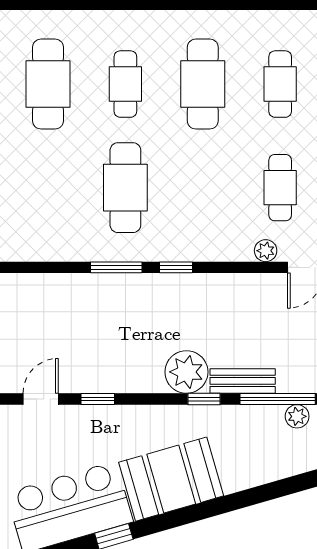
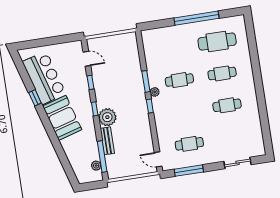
cafe table: (203, 84) -> (227, 105), width x0.73, depth x0.74
cafe table: (280, 84) -> (232, 137), removed
cafe table: (125, 188) -> (179, 80), width x0.73, depth x0.74
plant: (266, 251) -> (155, 92), moved
window: (204, 399) -> (95, 109), moved

